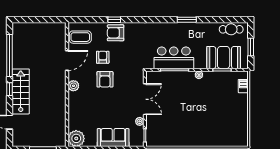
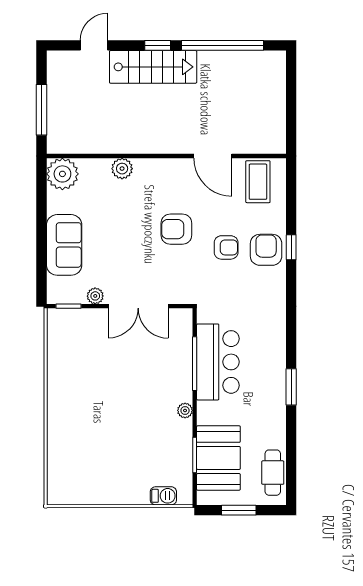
armchair: (103, 57) -> (226, 247), moved
plant: (73, 86) -> (122, 169), moved

